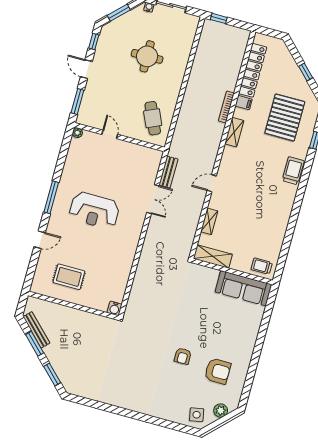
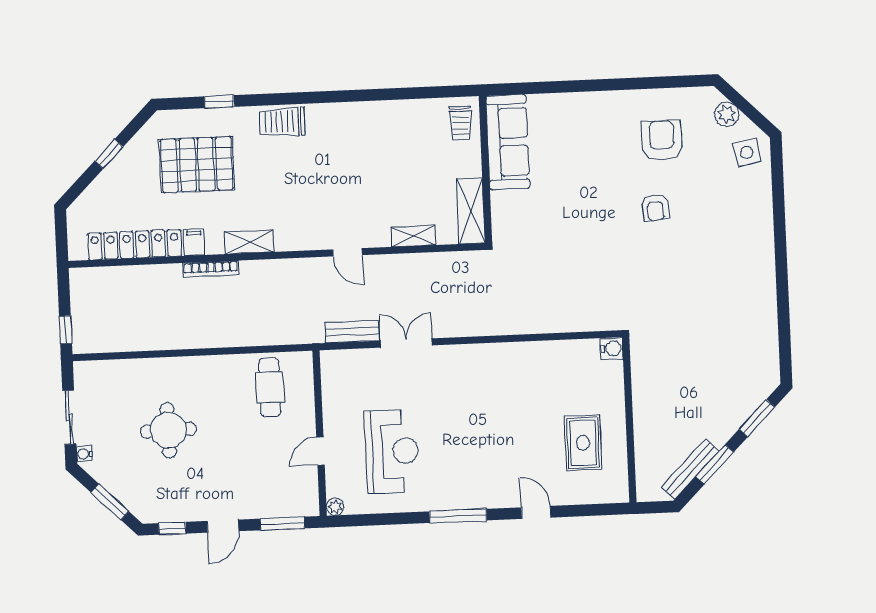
cafe table: (153, 118) -> (270, 387), turned -66
reception desk: (94, 210) -> (392, 451), moved
armchair: (183, 356) -> (655, 208), turned 85

